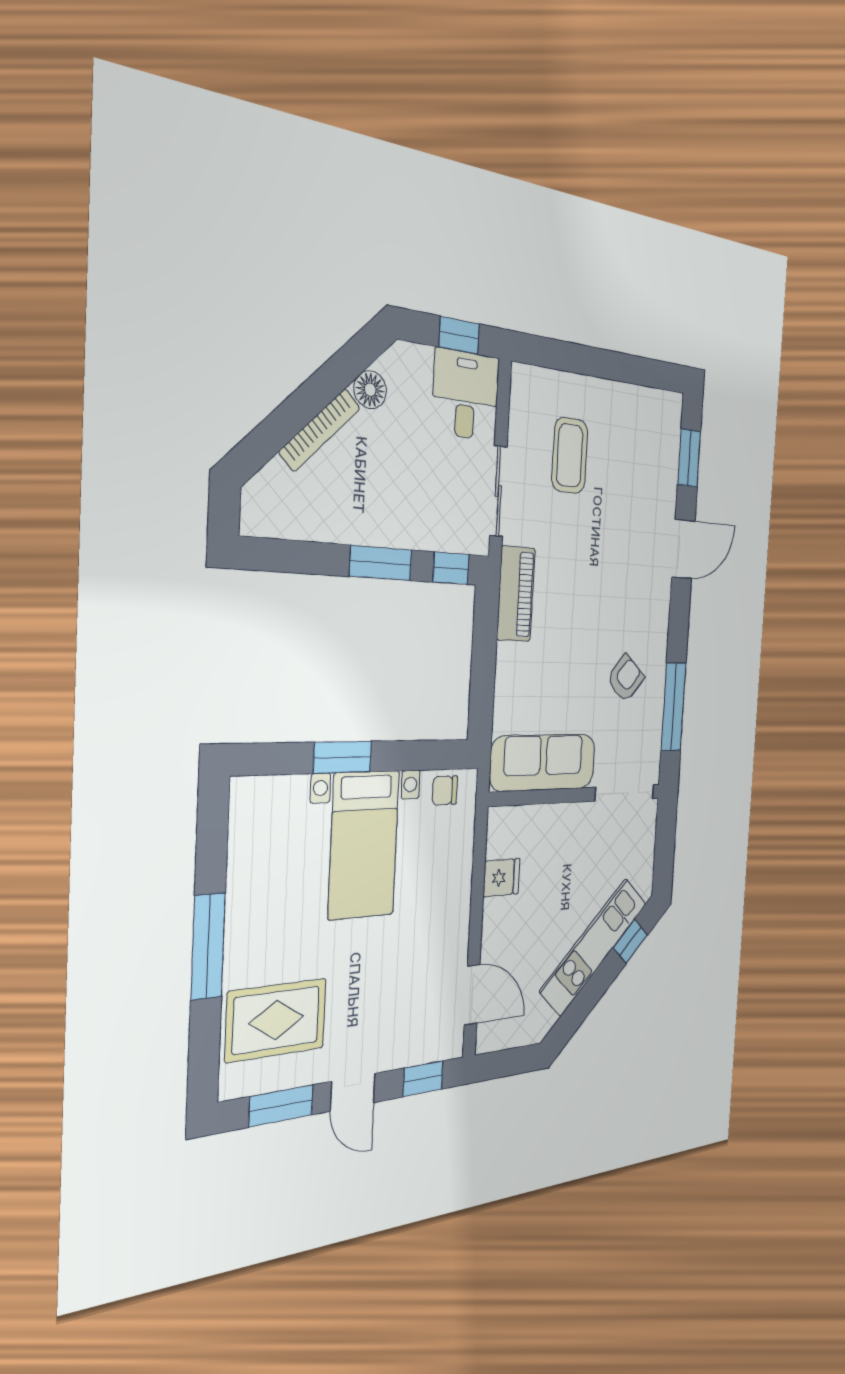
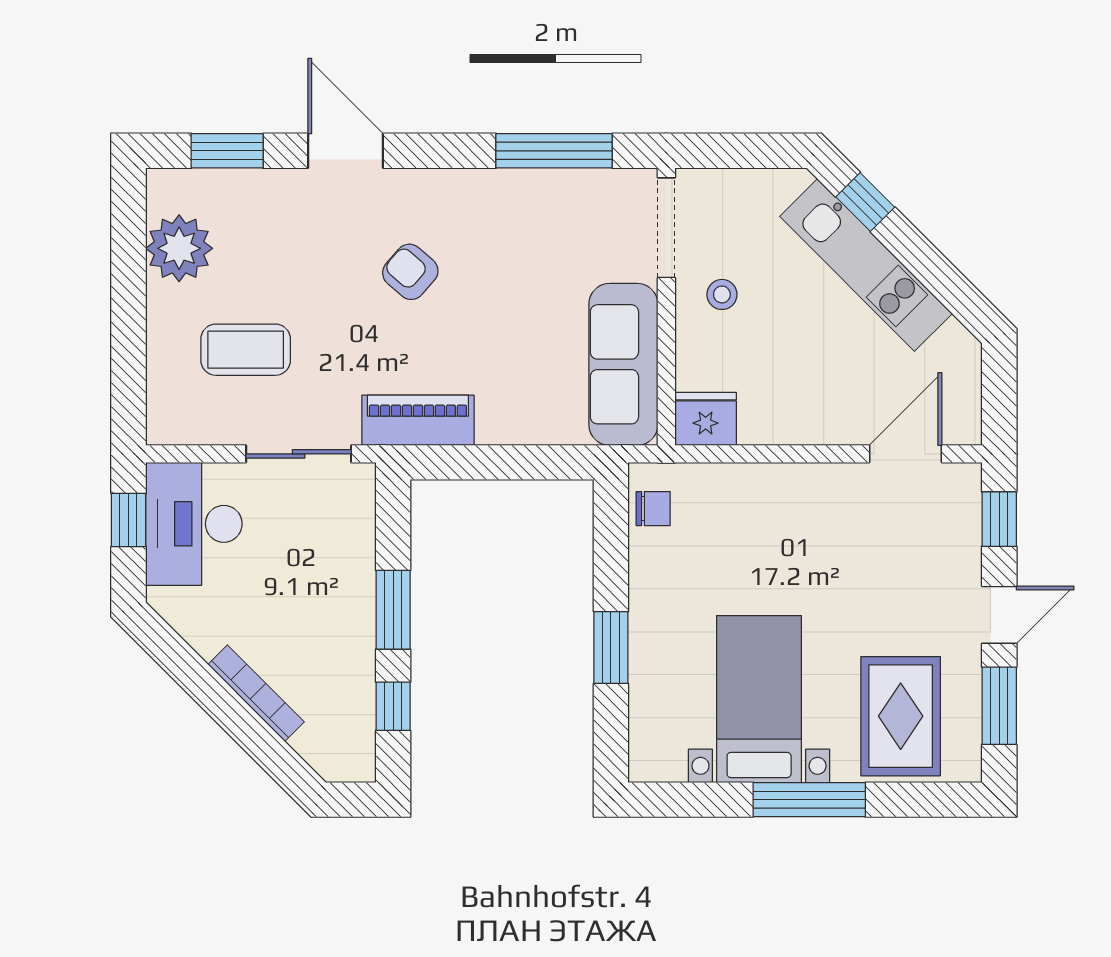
floor lamp: (370, 390) -> (205, 633), removed
desk: (466, 395) -> (194, 524), width x1.37
plant: (635, 411) -> (179, 248), added
window: (451, 568) -> (393, 706), moved
armchair: (625, 678) -> (410, 272), moved
chair: (445, 790) -> (653, 509), turned -90
stool: (582, 838) -> (722, 294), added
bed with nightstands: (364, 845) -> (759, 699), moved, turned -90
fridge: (502, 878) -> (706, 419), moved, width x1.38

